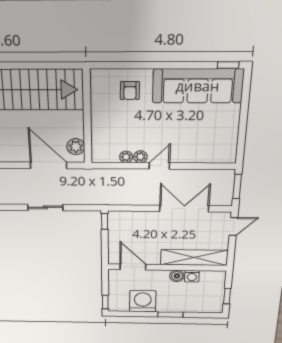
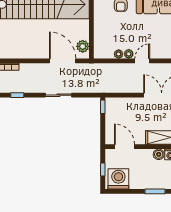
washing machine: (143, 301) -> (118, 179), moved
window: (105, 302) -> (103, 170), moved

